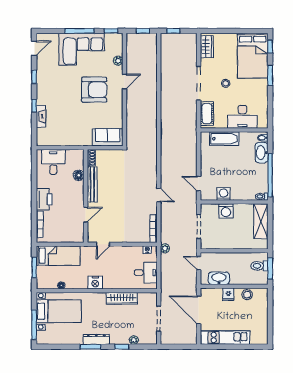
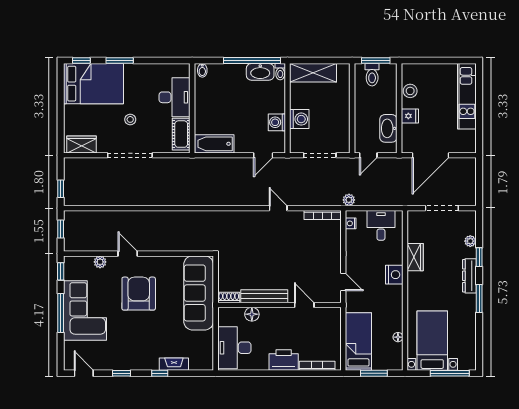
cot: (207, 114) -> (181, 134), moved, turned 90
sofa: (108, 137) -> (199, 293), width x1.85, depth x1.27
bathtub: (224, 139) -> (214, 144), moved, turned -90
washbasin: (262, 153) -> (260, 72), moved
desk: (53, 162) -> (234, 348), width x1.37
door: (159, 195) -> (278, 208), hinge flipped
nightstand: (95, 283) -> (394, 275), moved
wardrobe: (122, 298) -> (415, 257), width x0.67
kitchen unit: (225, 337) -> (467, 96), moved
dresser: (96, 339) -> (469, 276), moved

